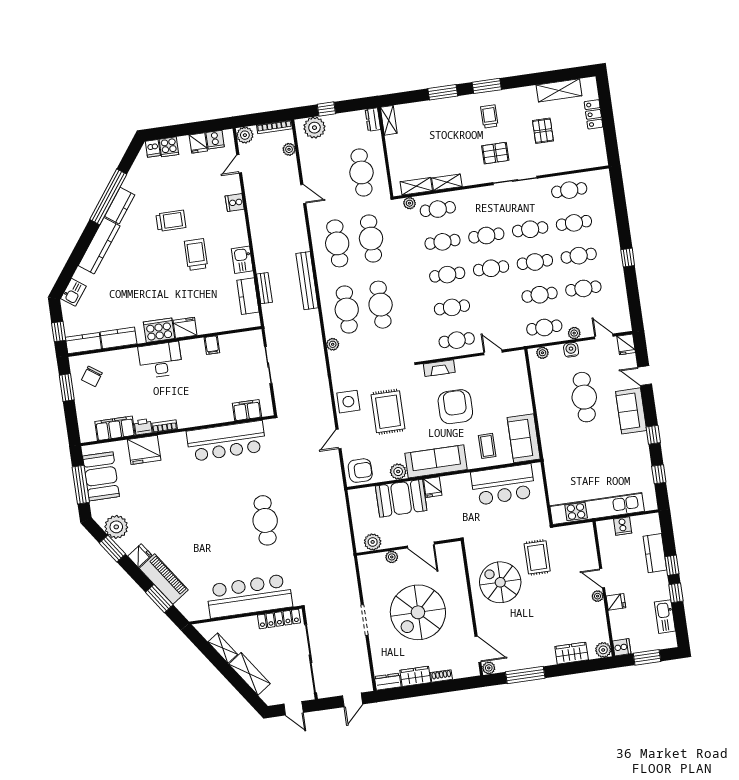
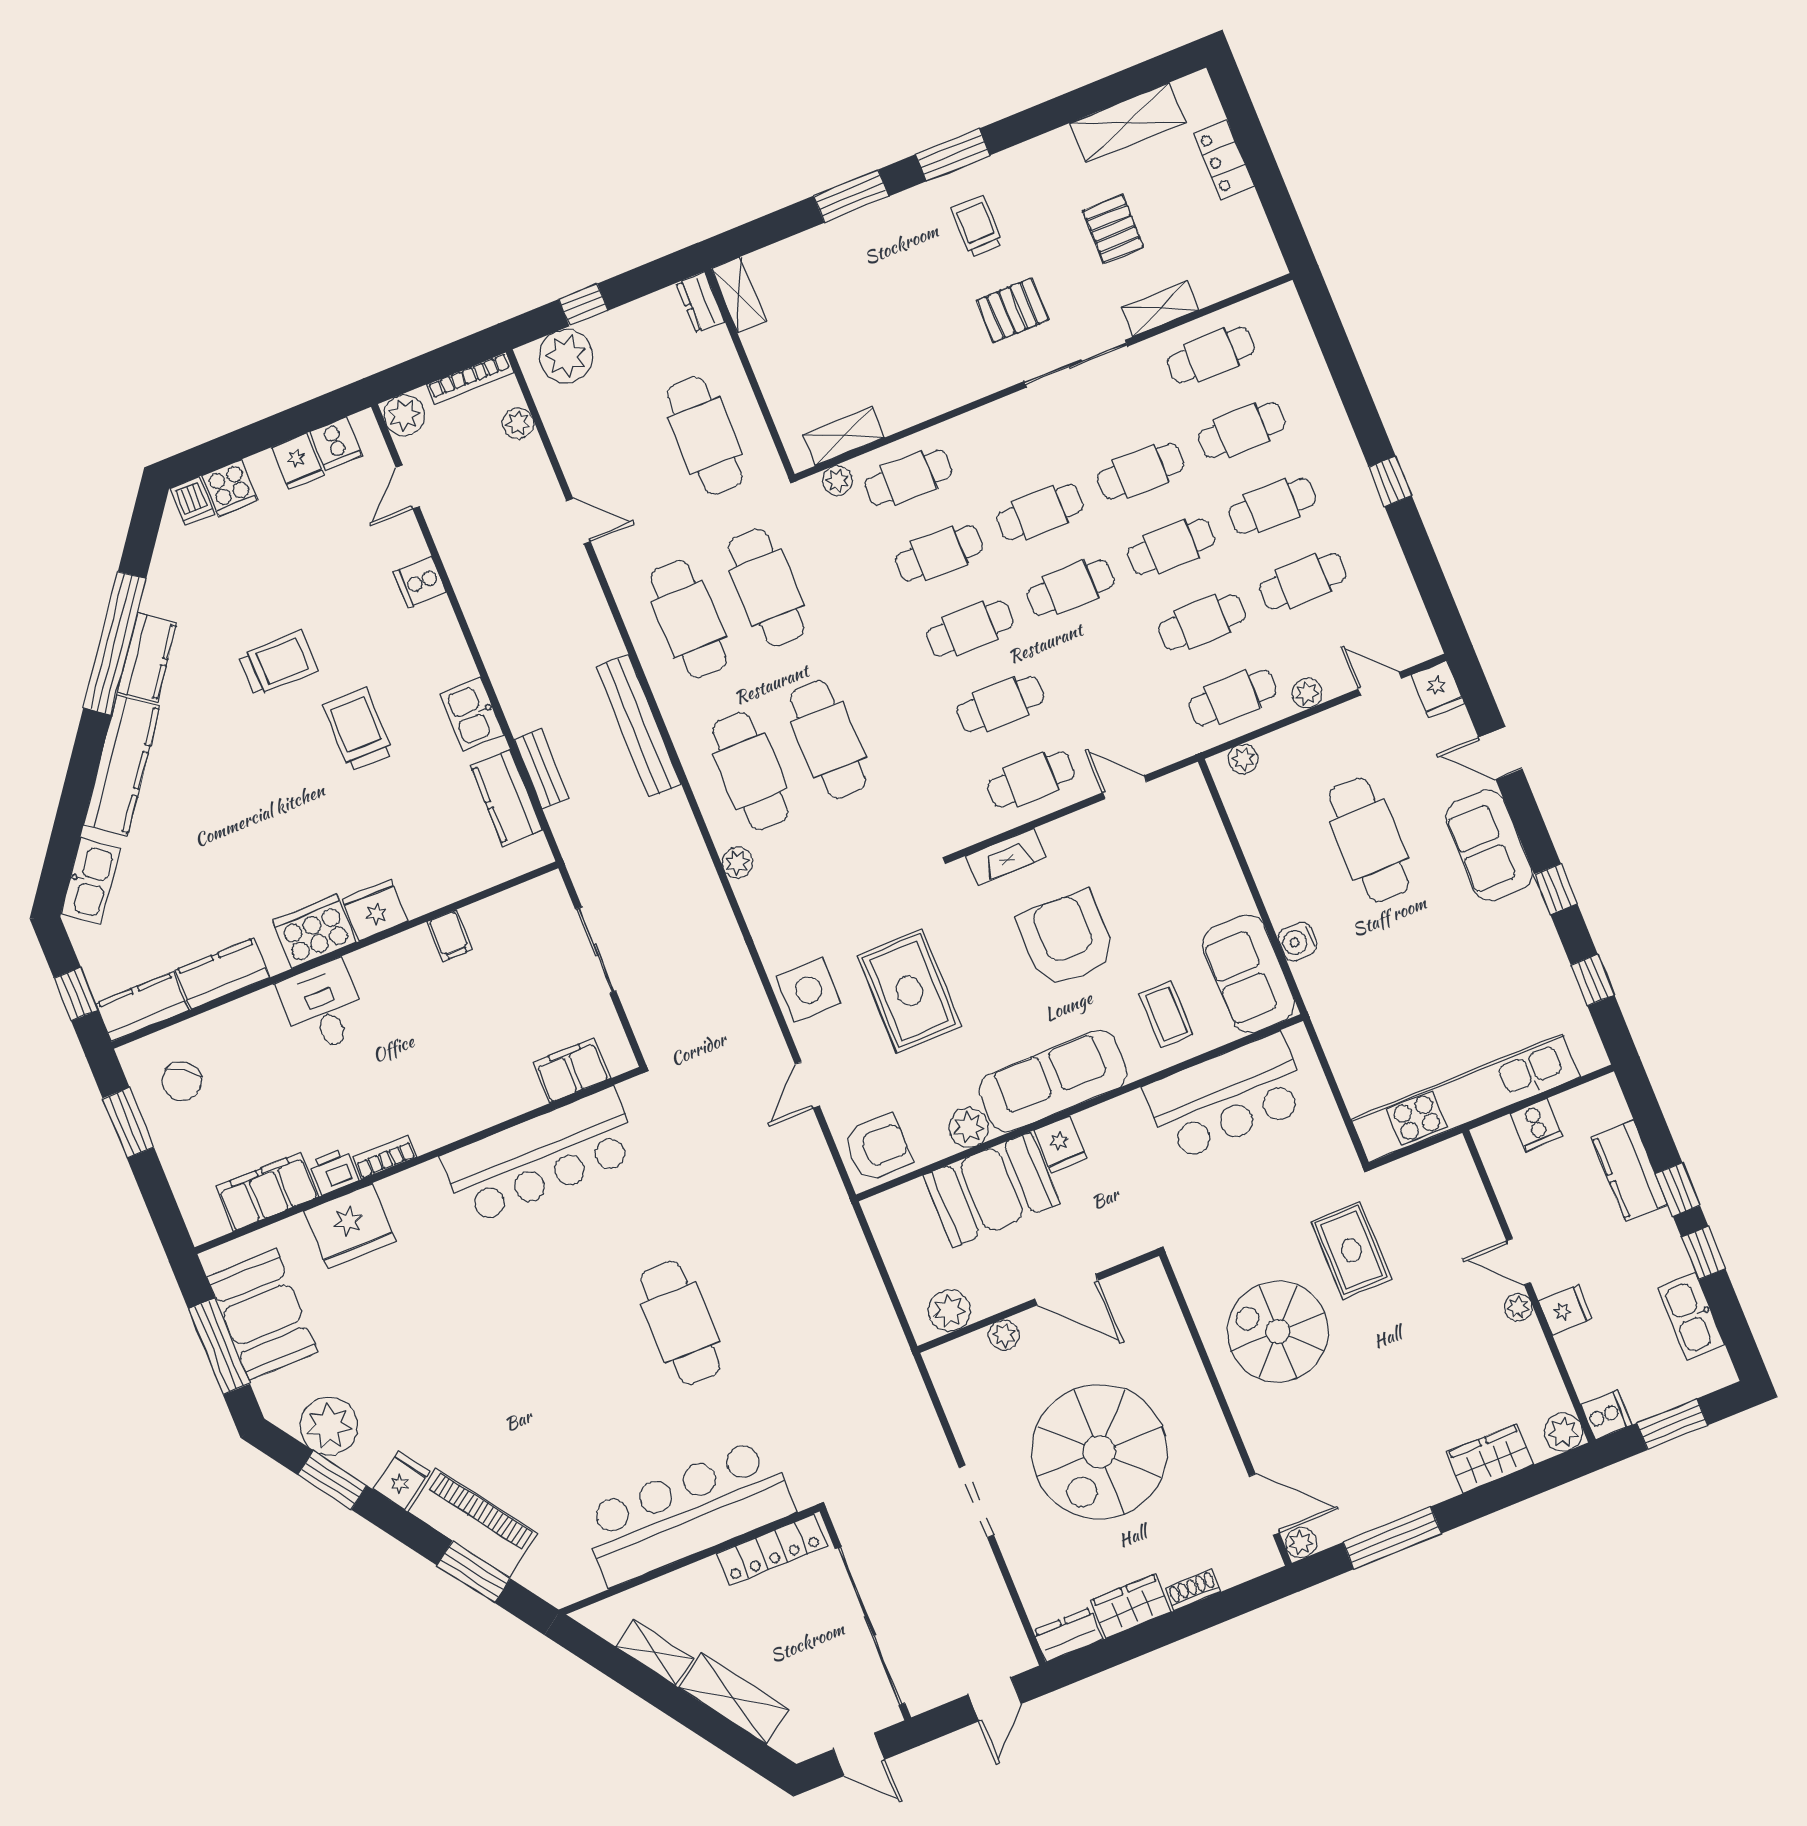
shelving: (447, 182) -> (1160, 308), moved
kitchen sink: (73, 292) -> (91, 881), width x1.38
water cooler: (571, 350) -> (1297, 941), moved, turned -90
desk: (160, 360) -> (323, 1007), width x0.73

